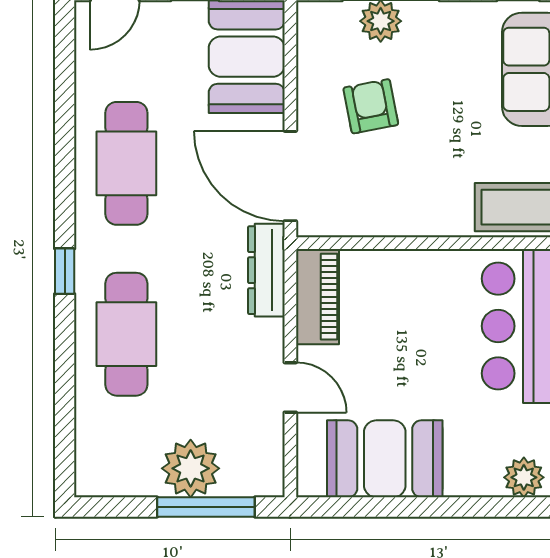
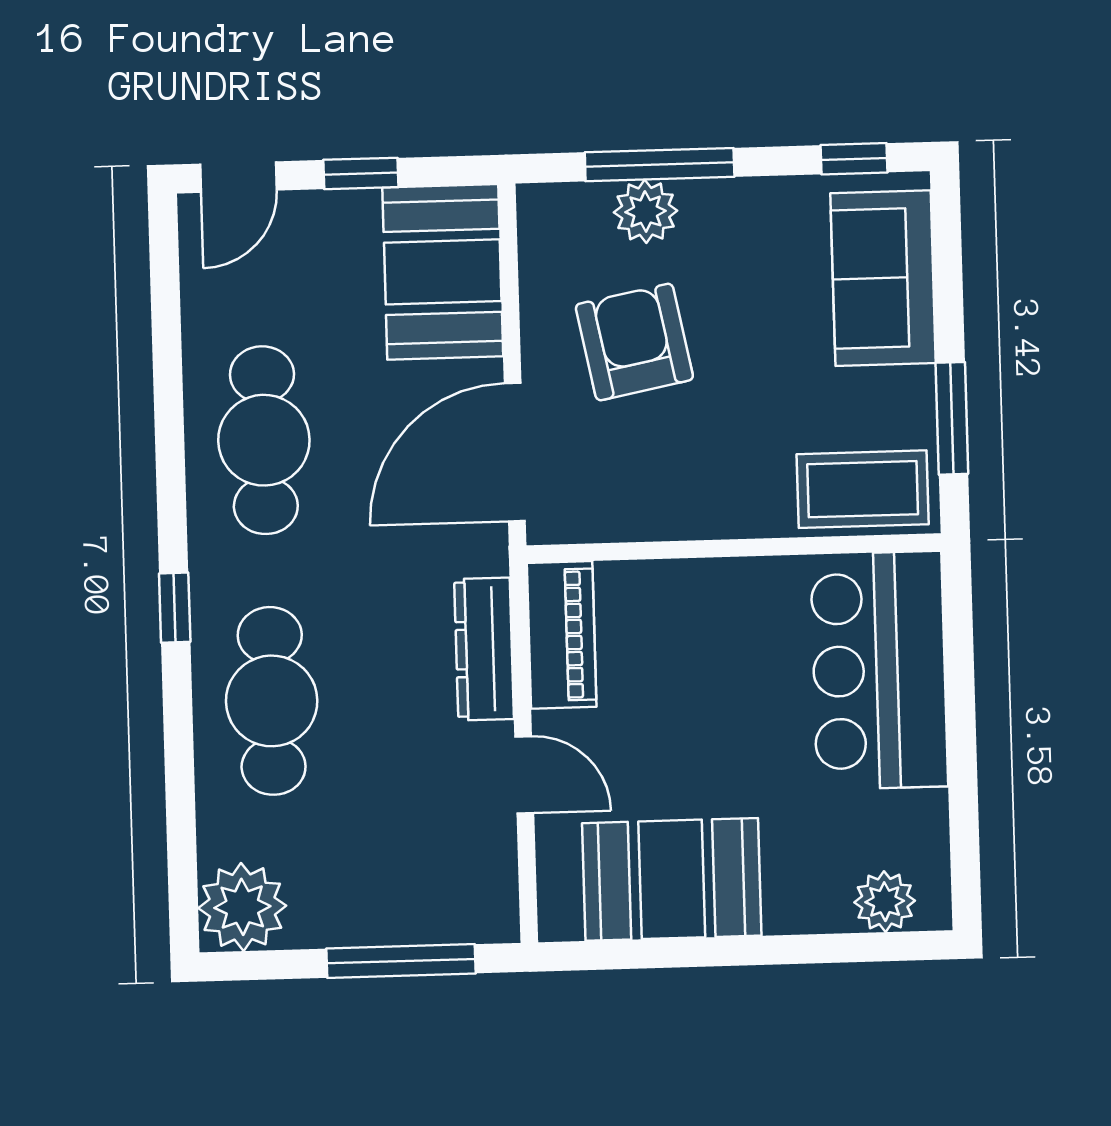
armchair: (371, 106) -> (634, 342), width x1.38, depth x1.38
door: (290, 176) -> (515, 452), hinge flipped
dresser: (266, 270) -> (484, 649), moved
plant: (191, 468) -> (242, 907), moved

